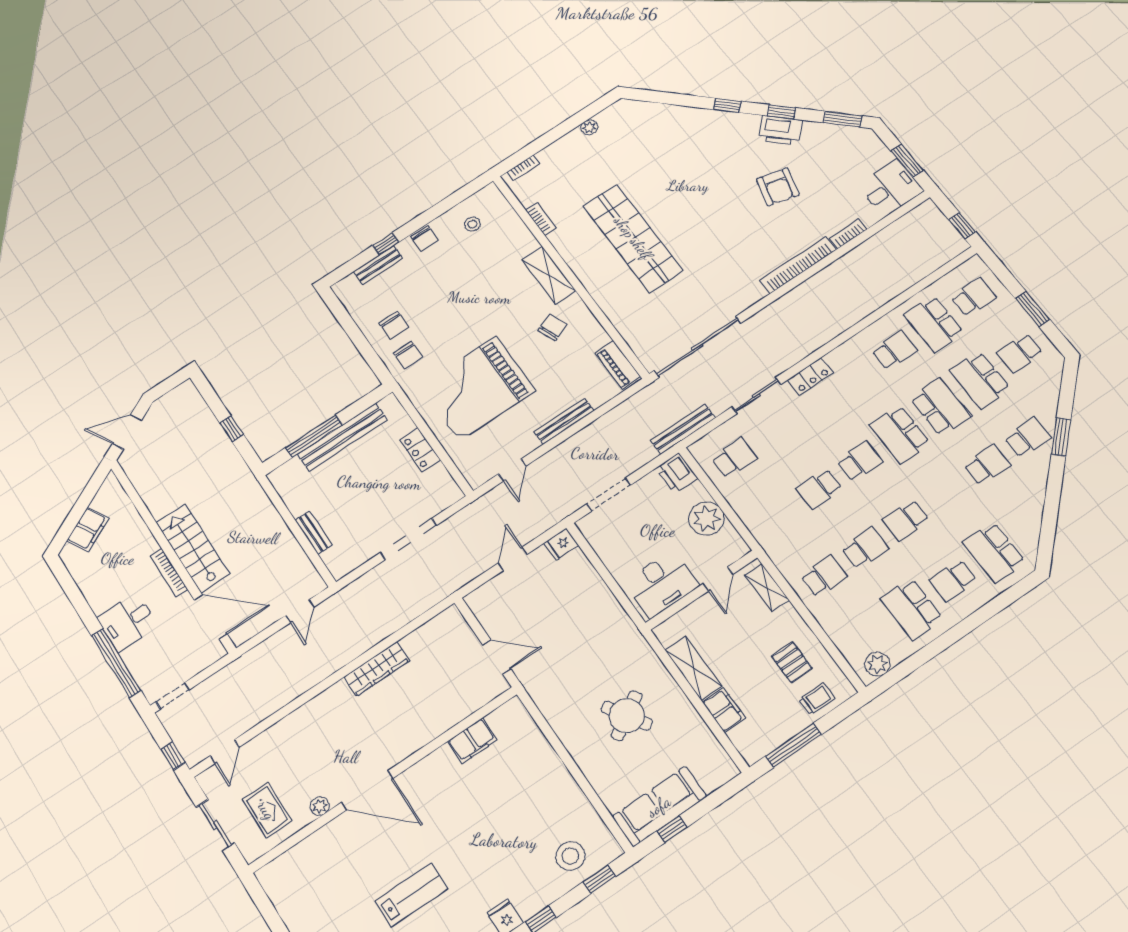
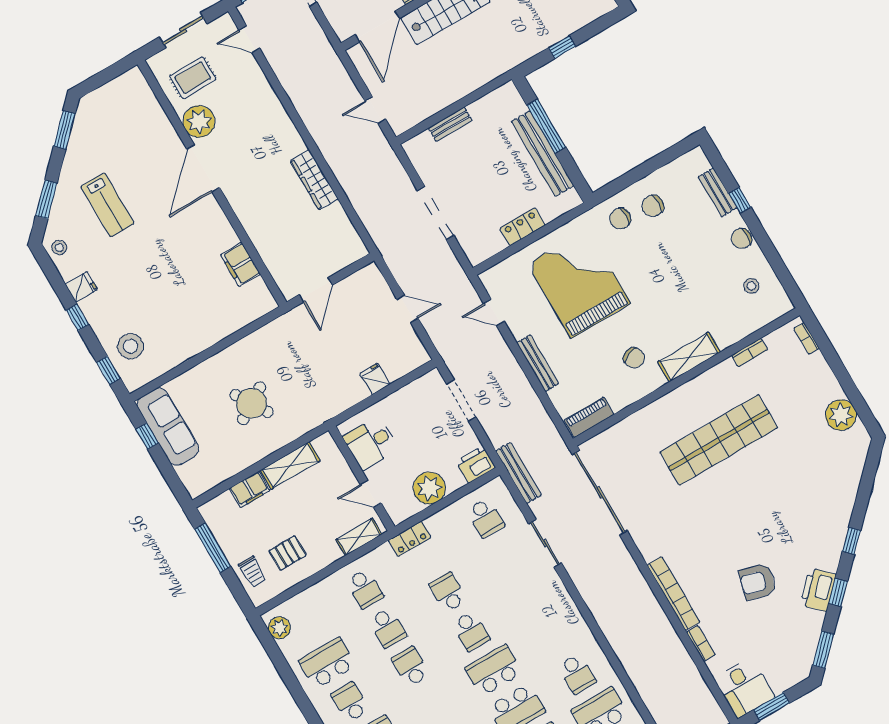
plant: (589, 127) -> (841, 415), width x1.88, depth x1.88
locker: (810, 376) -> (410, 539), moved, turned -90
fridge: (561, 544) -> (375, 379), moved
desk: (662, 584) -> (371, 443), width x0.73
plant: (320, 806) -> (199, 122), width x1.87, depth x1.87

